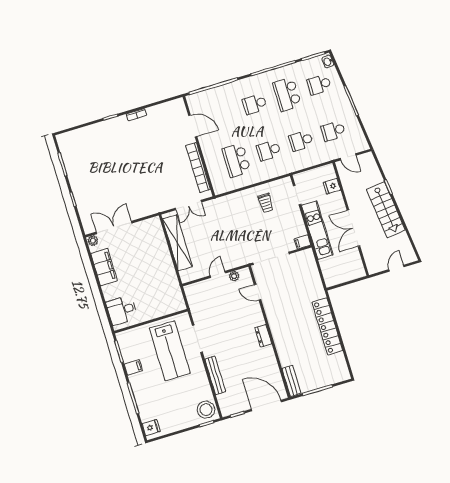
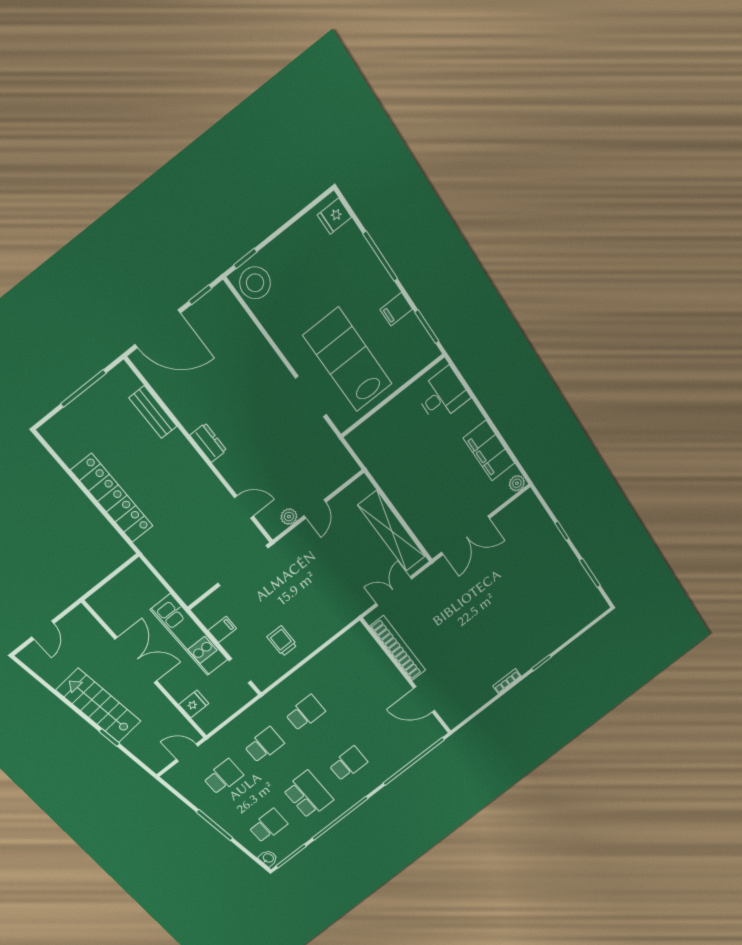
school desk: (236, 160) -> (347, 681), removed
double door: (114, 228) -> (465, 535), moved
filing cabinet: (302, 242) -> (222, 629), moved
bench: (215, 375) -> (261, 347), removed
bench: (292, 381) -> (153, 412), moved

